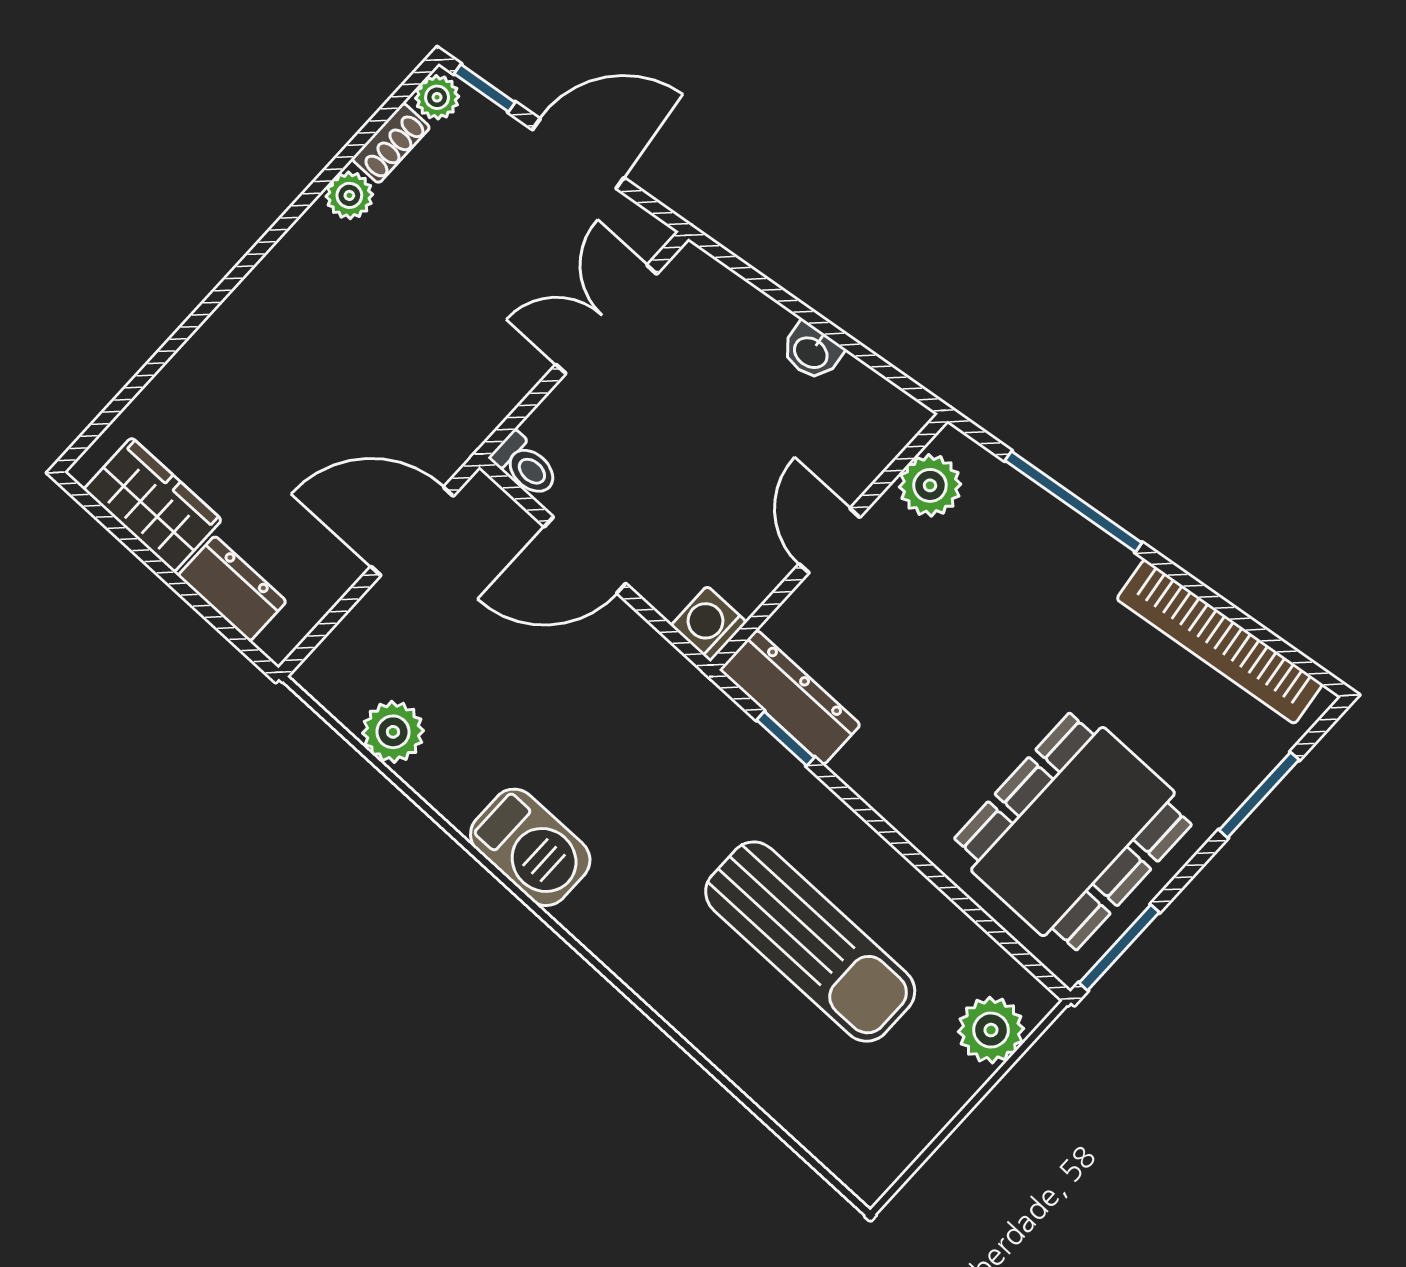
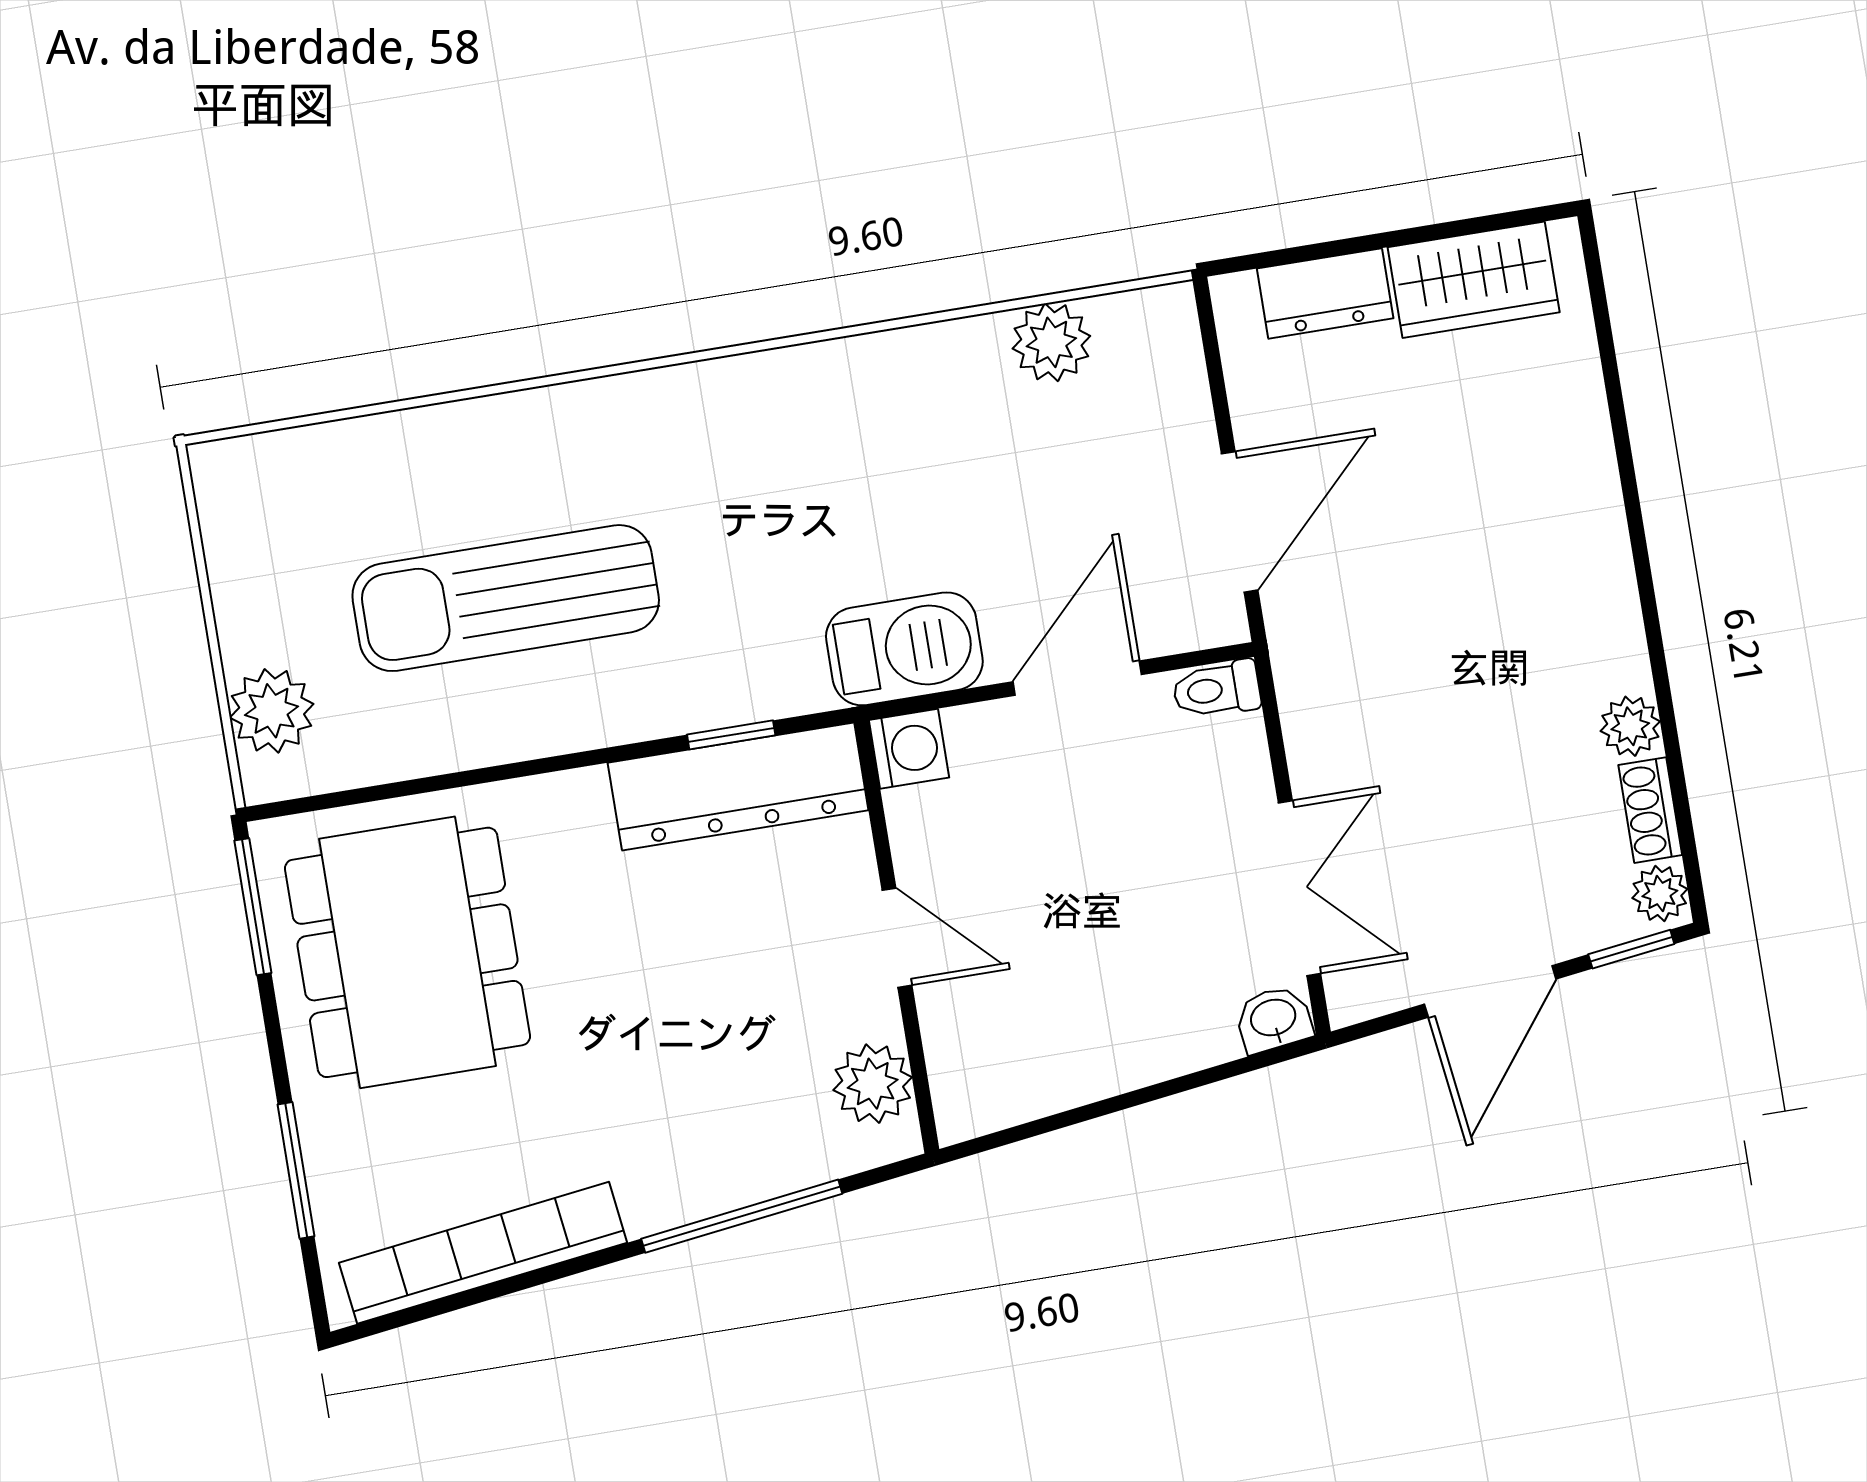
washbasin: (812, 352) -> (1274, 1019), moved
dresser: (790, 697) -> (738, 787), width x1.37, depth x1.24
barbecue: (530, 847) -> (904, 649), moved, turned 180

